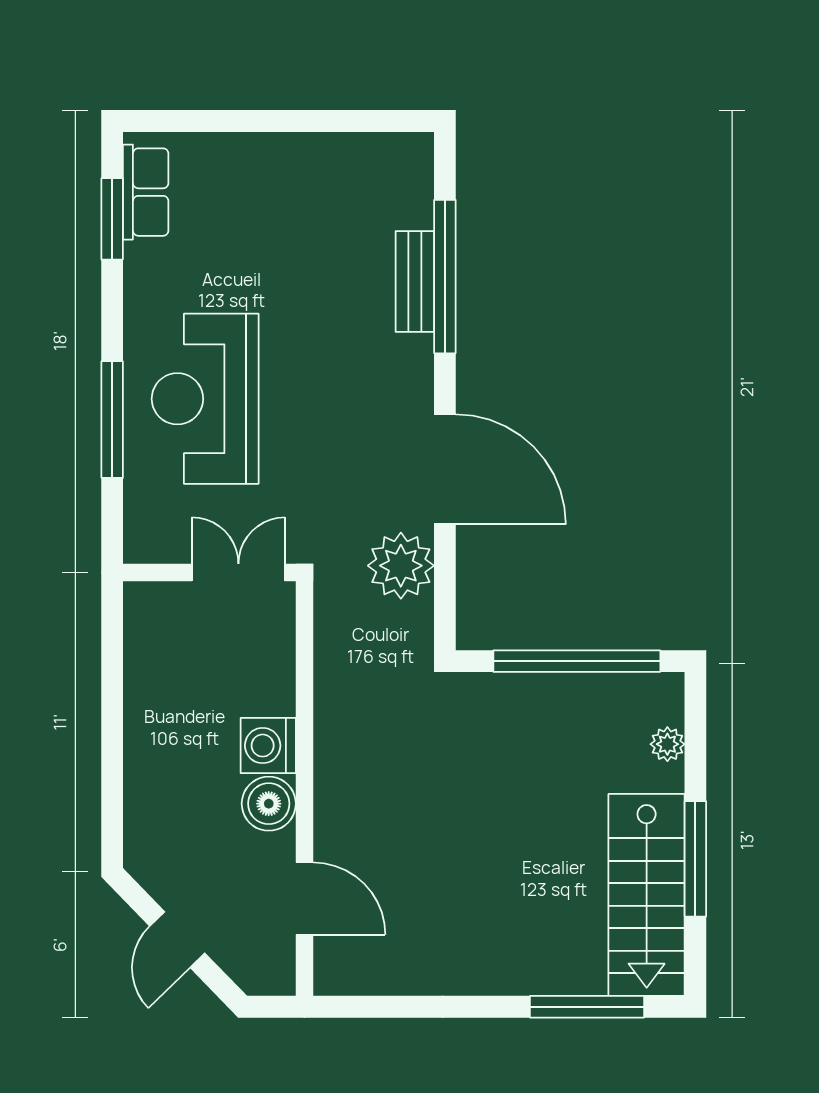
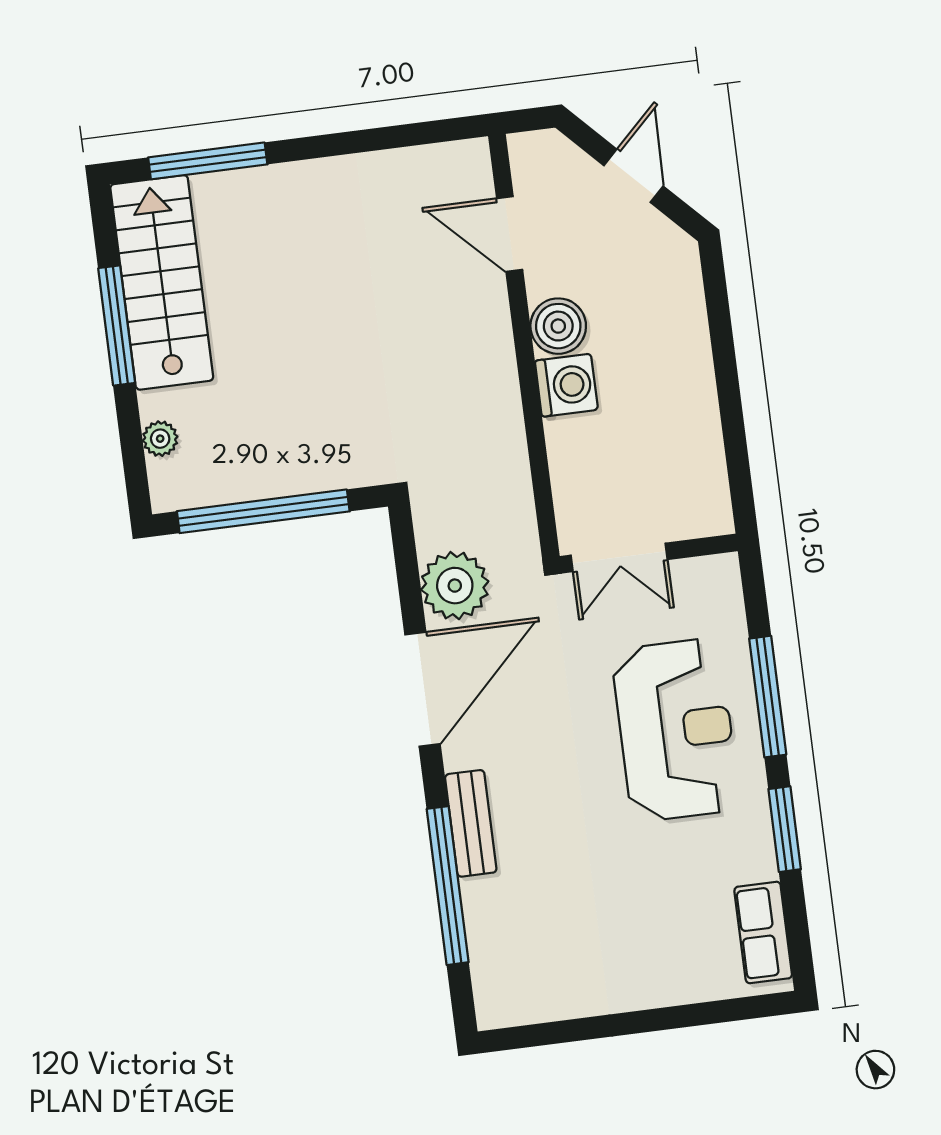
window: (112, 219) -> (785, 829), moved
bench: (415, 282) -> (471, 823), moved
door: (445, 469) -> (423, 689), swing flipped

